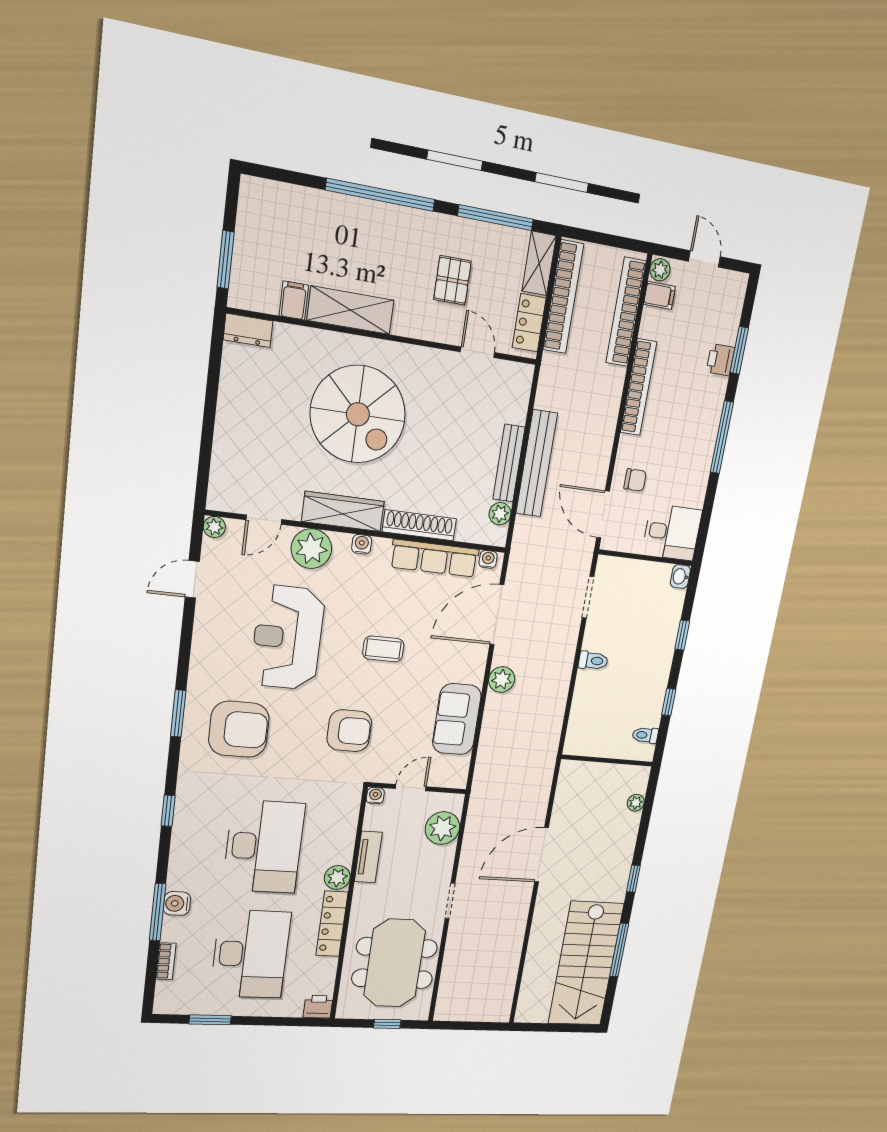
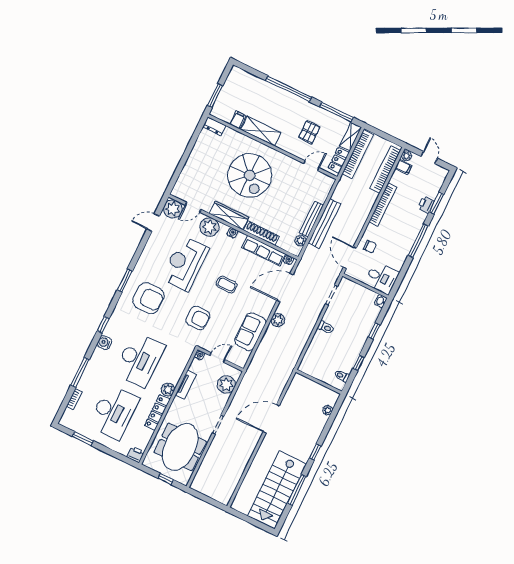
door: (477, 352) -> (311, 166), hinge flipped
plant: (214, 527) -> (173, 209), width x1.87, depth x1.87
water cooler: (177, 903) -> (104, 342), moved

